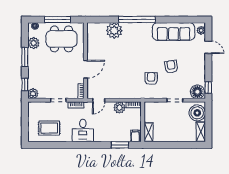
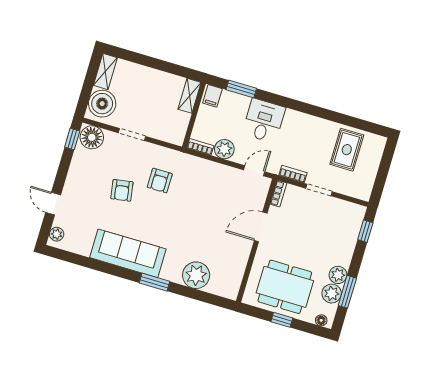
window: (58, 20) -> (282, 320), width x0.46
window: (137, 20) -> (154, 282), width x0.47
sofa: (174, 32) -> (128, 253), moved
window: (25, 57) -> (347, 292), moved
plant: (33, 93) -> (338, 275), moved
rug: (49, 128) -> (347, 150), turned 90
desk: (83, 131) -> (264, 121), moved

